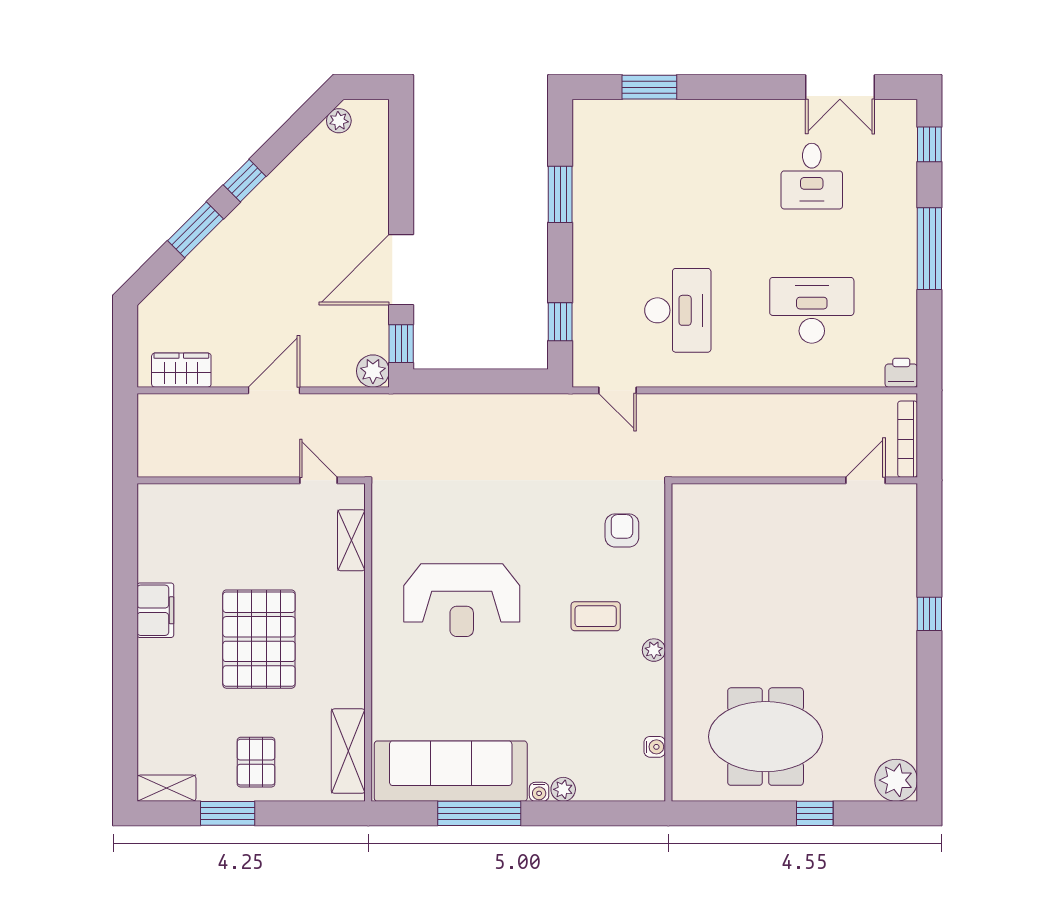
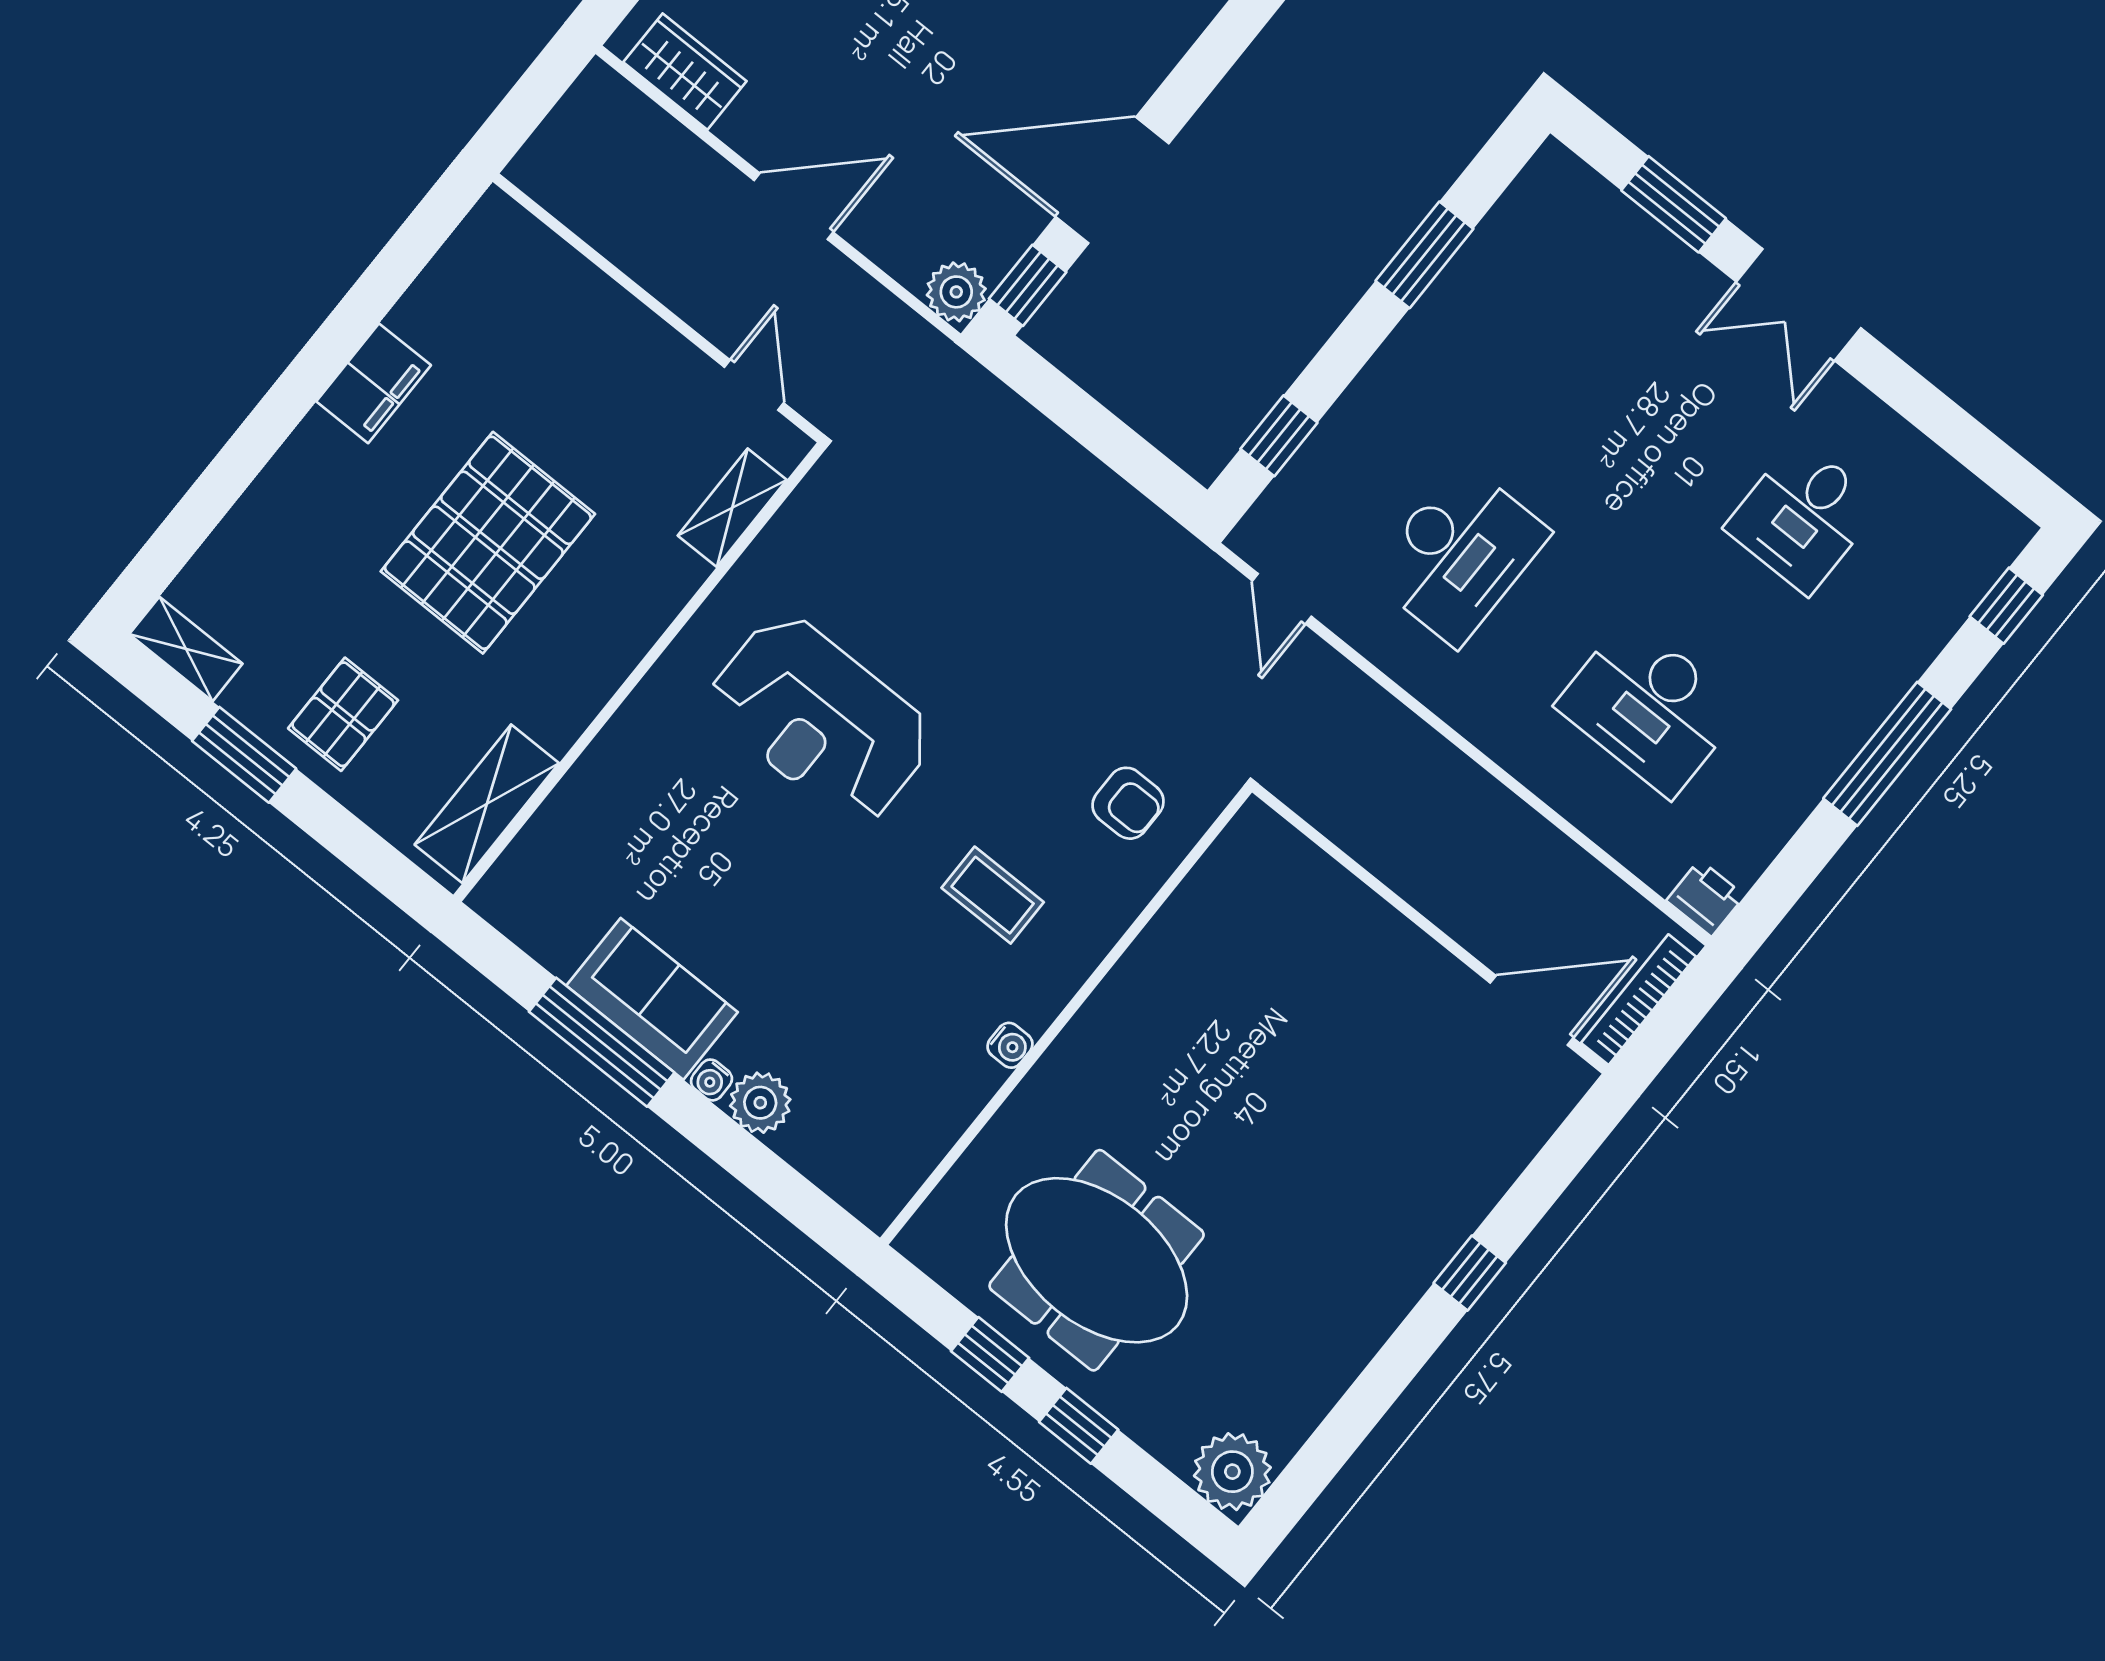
double door: (840, 87) -> (1799, 305), moved
desk: (812, 310) -> (1649, 707), turned 180
door: (866, 480) -> (1532, 1010), width x1.38
armchair: (622, 530) -> (1128, 803), turned 90
plant: (654, 650) -> (1037, 1010), removed
water cooler: (655, 747) -> (1010, 1045), moved
sofa: (451, 771) -> (652, 999), width x0.54, depth x0.79
plant: (563, 789) -> (760, 1103), width x1.38, depth x1.38
window: (752, 813) -> (990, 1354), added

